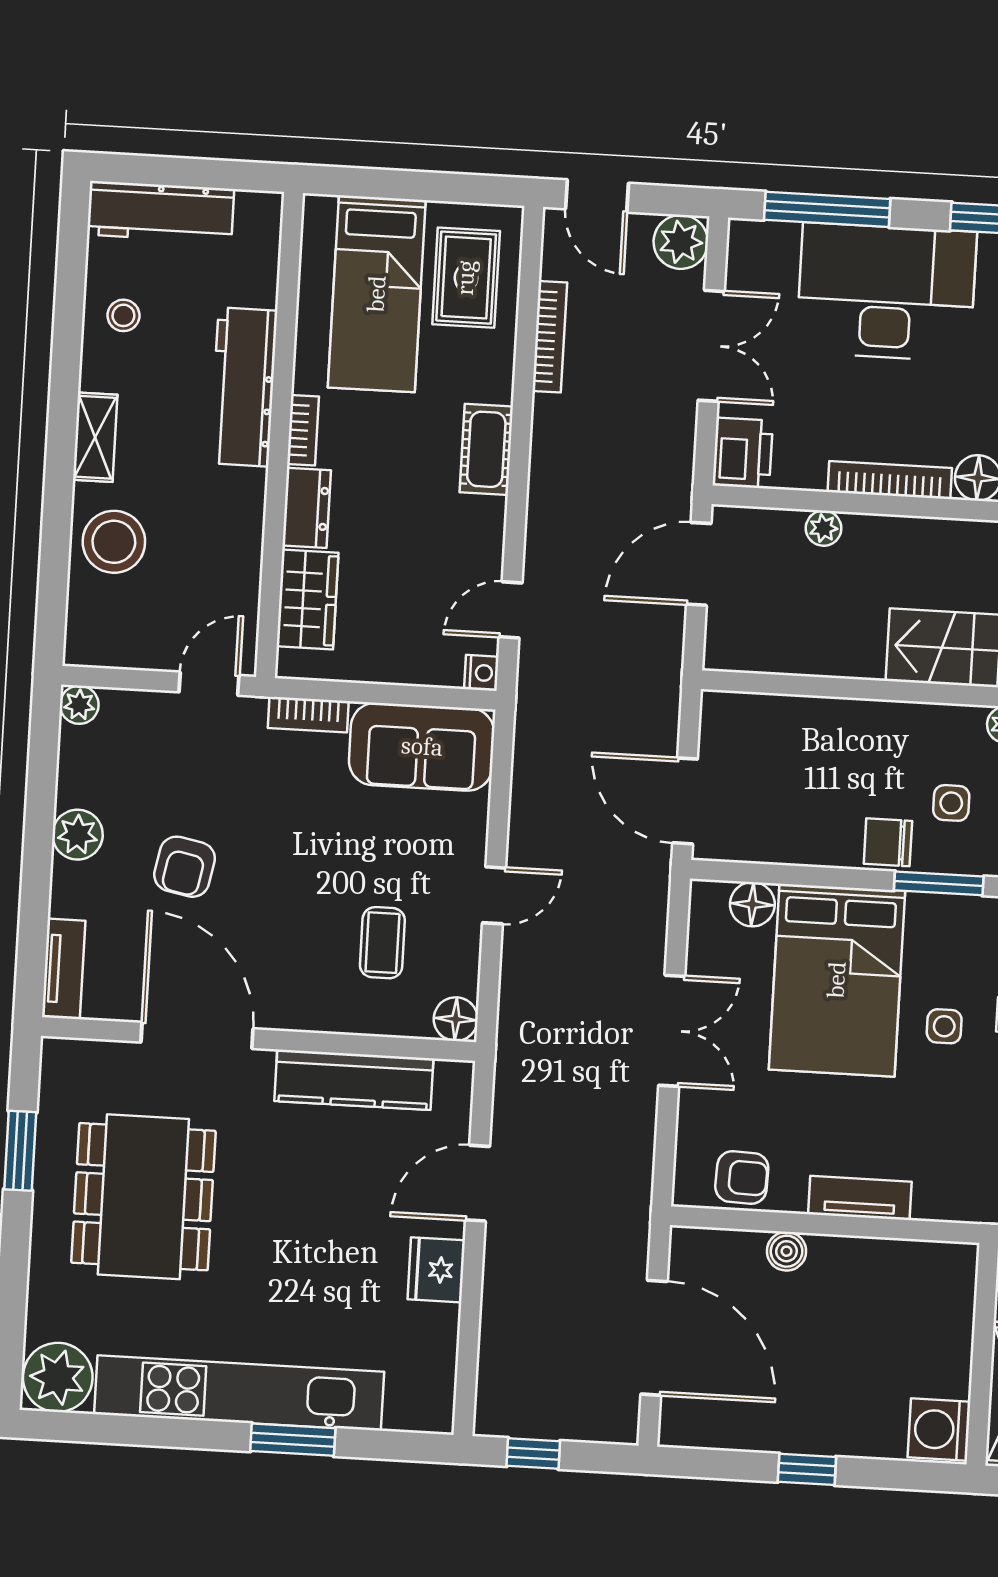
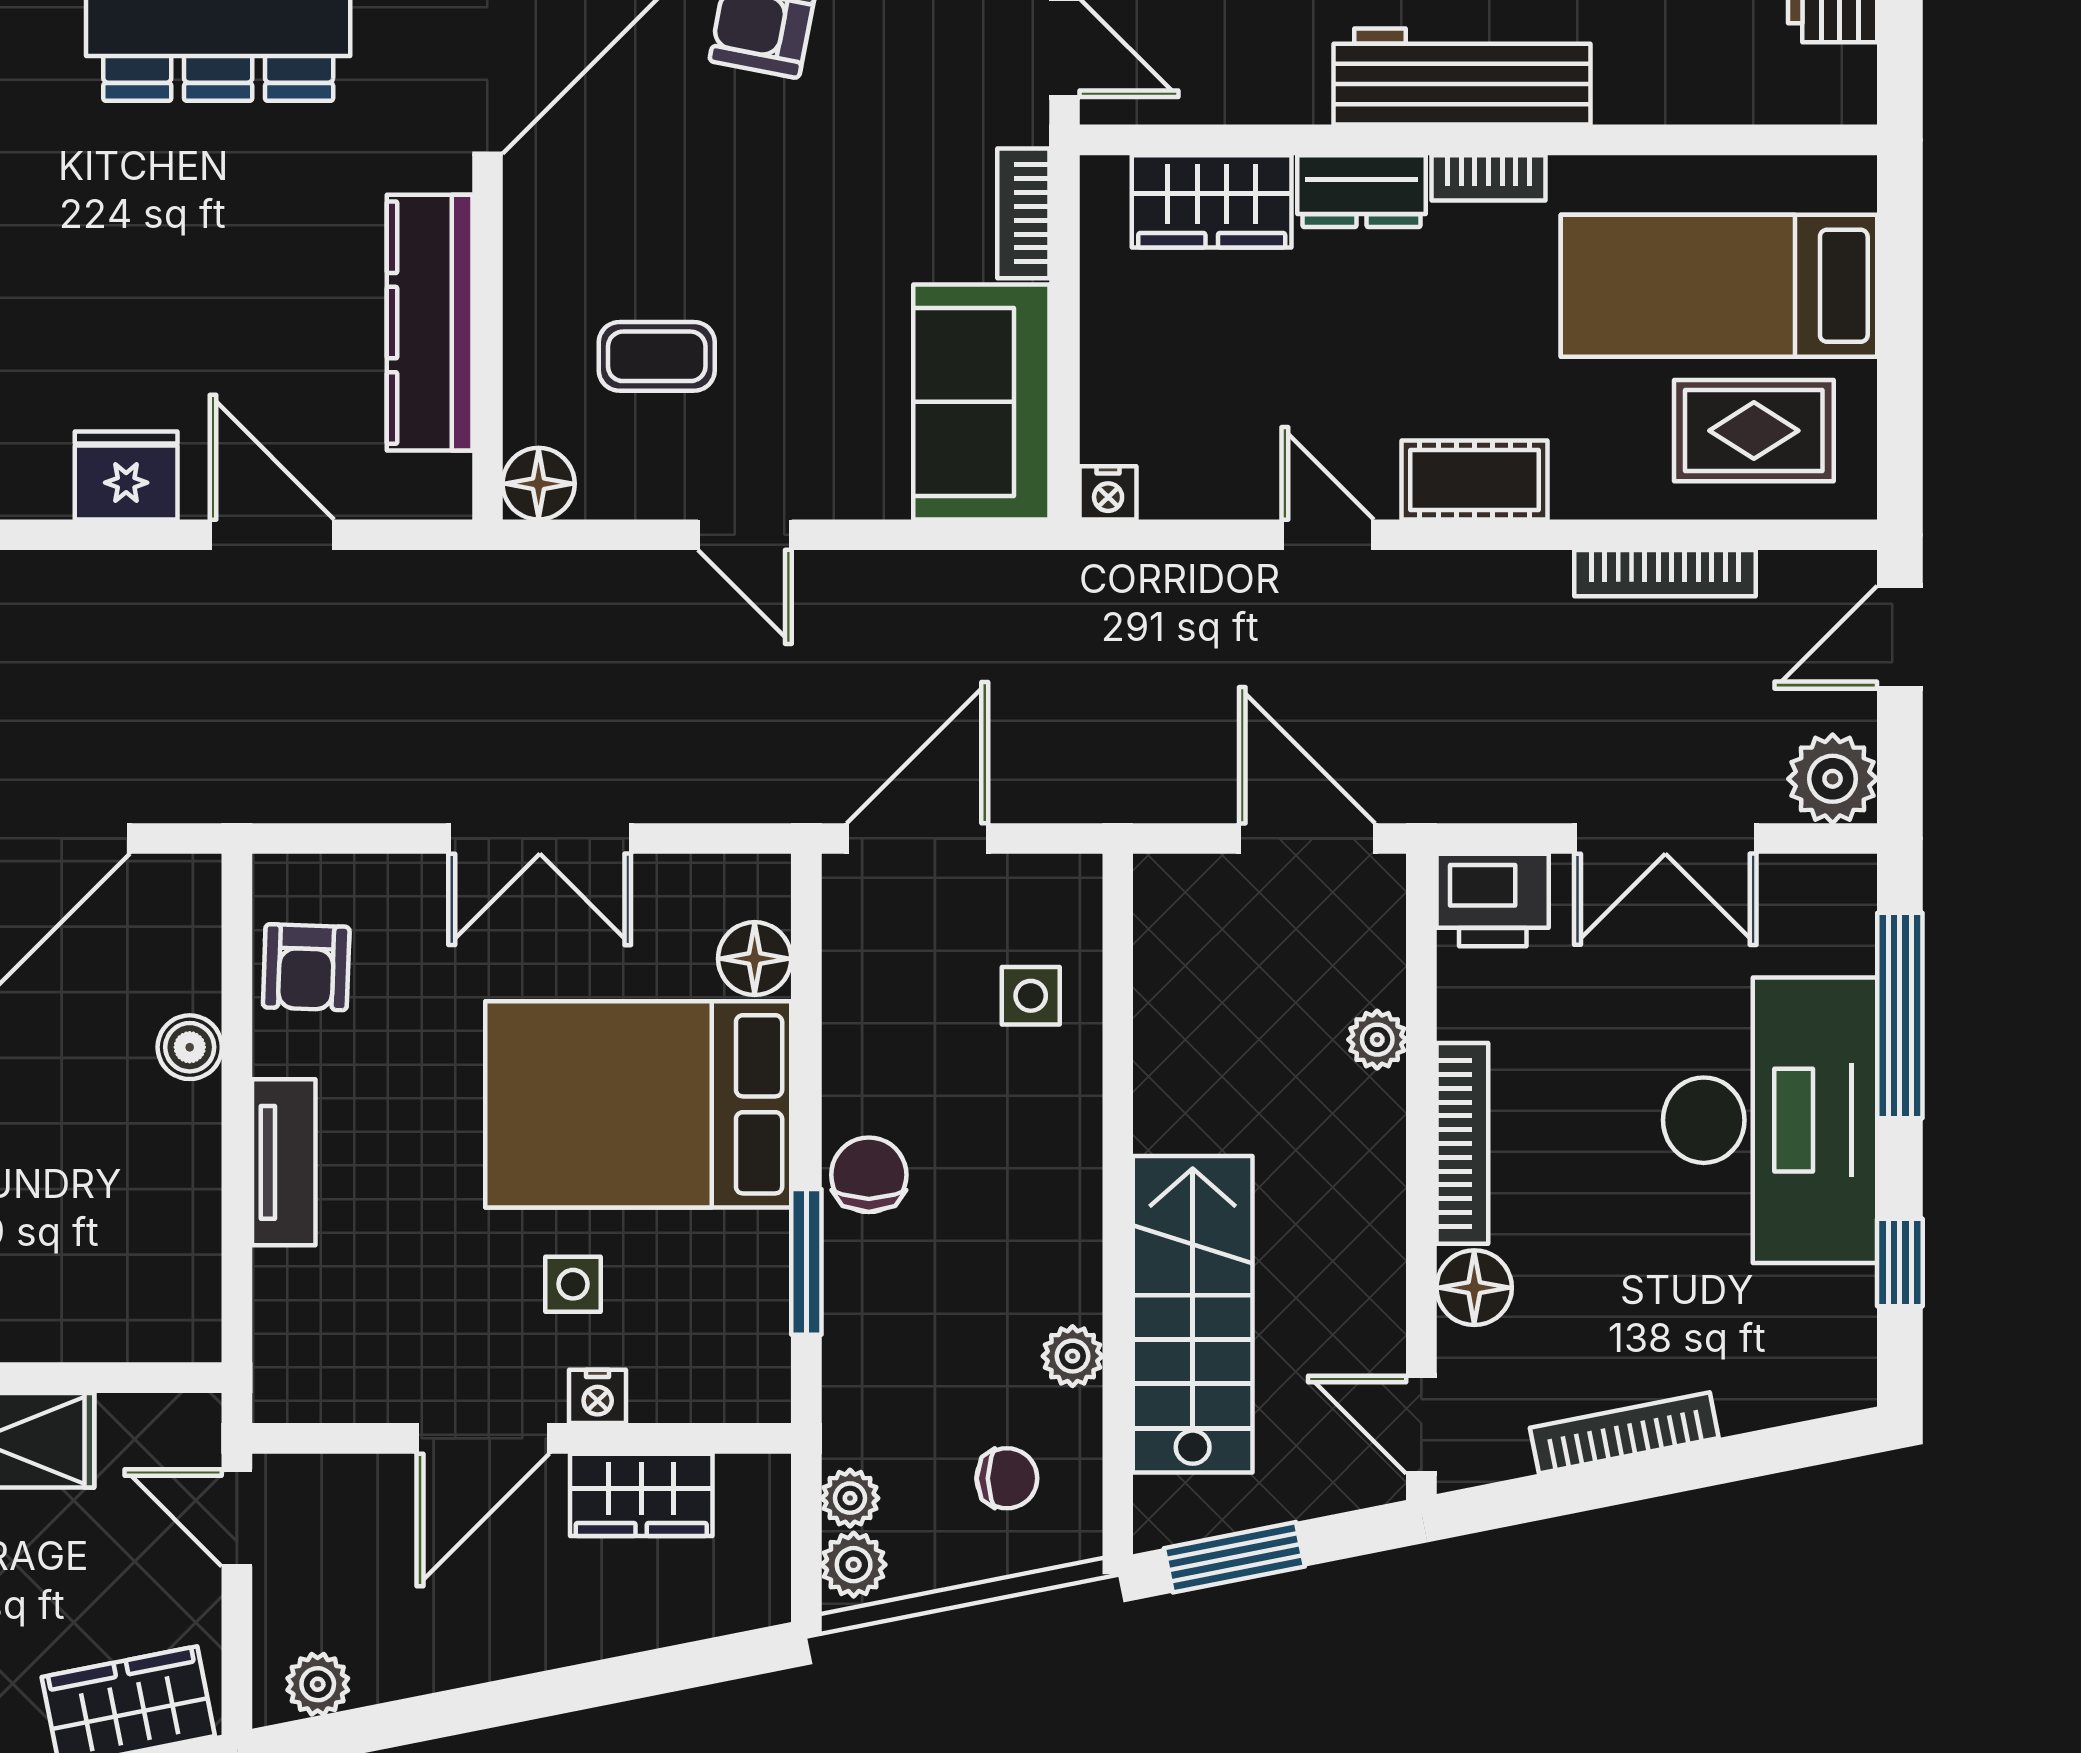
workbench: (244, 387) -> (1462, 77), moved
door: (511, 610) -> (1328, 535), moved
side table: (951, 803) -> (1031, 996), moved

